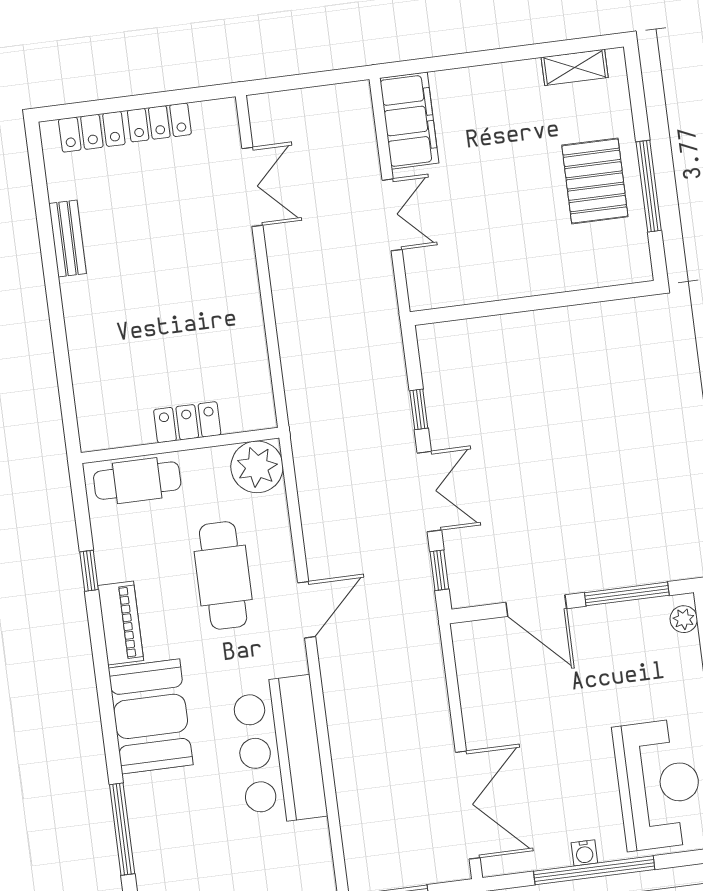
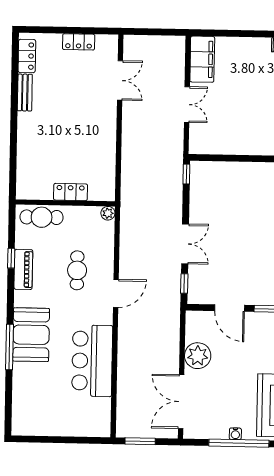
locker: (92, 132) -> (27, 56), moved, turned -90
window: (419, 409) -> (186, 174), moved
plant: (257, 467) -> (108, 213), width x0.53, depth x0.53
cafe table: (223, 575) -> (77, 270), width x0.73, depth x0.74
piano: (121, 623) -> (23, 269), moved
plant: (487, 709) -> (198, 356), added
double door: (468, 805) -> (181, 402), swing flipped
window: (122, 829) -> (9, 347), moved

